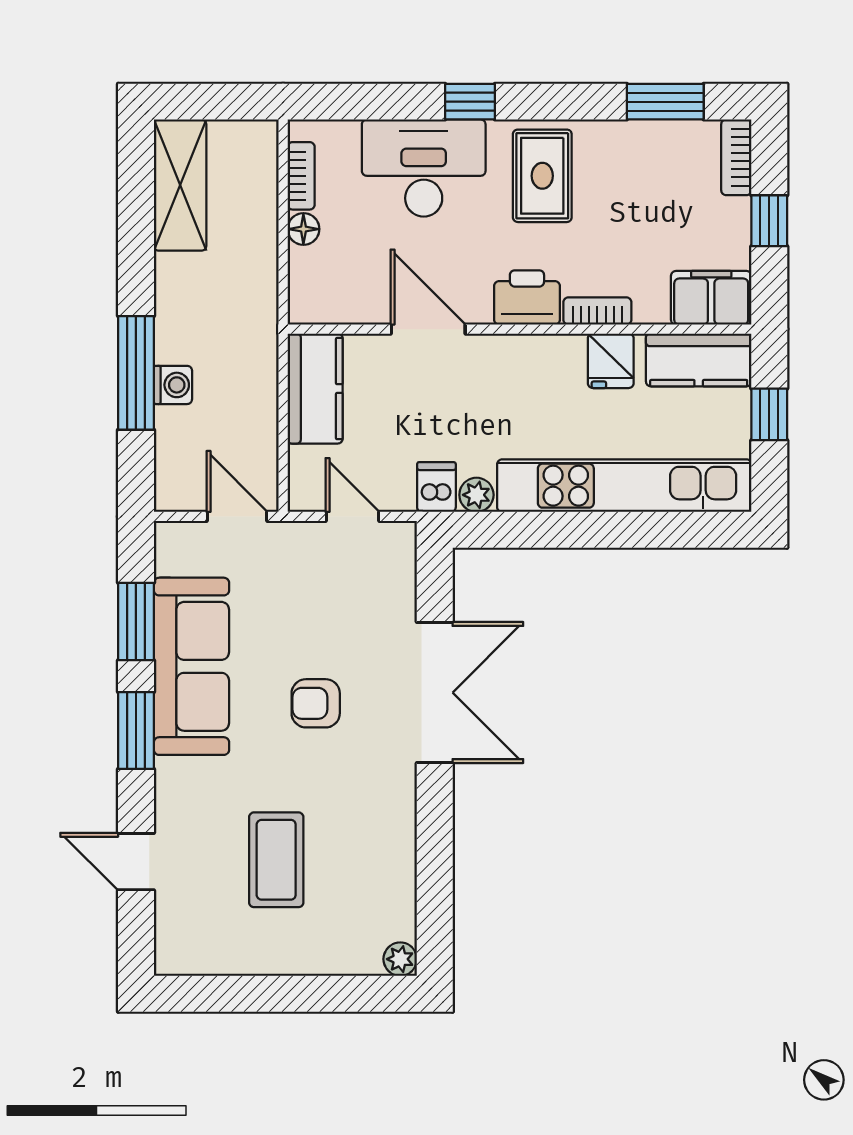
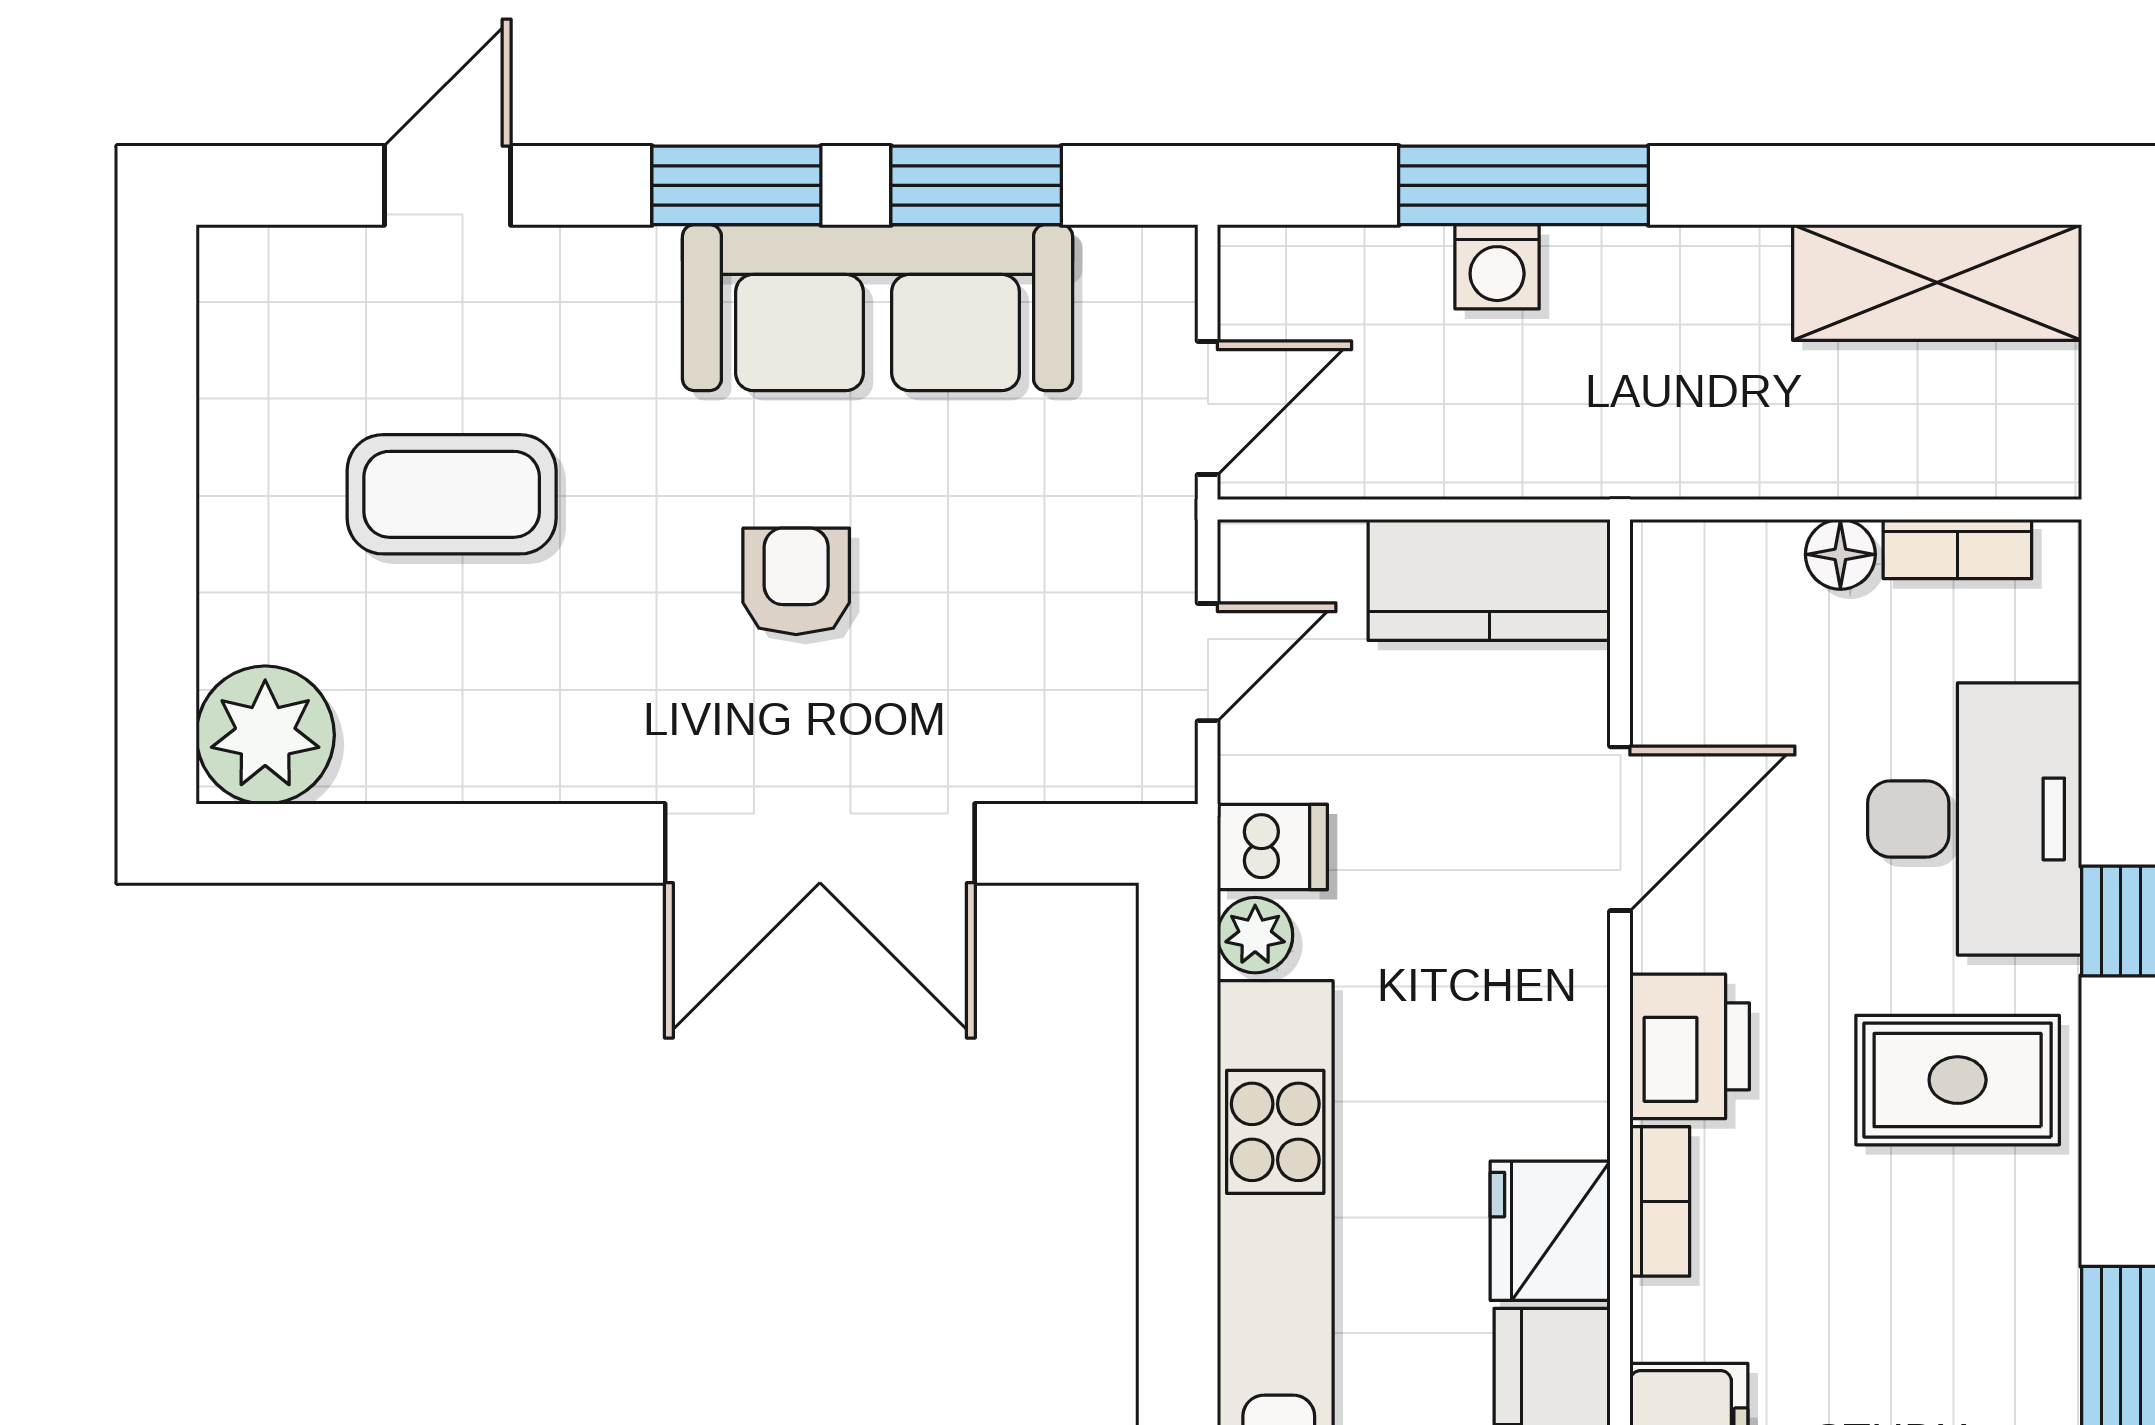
fridge: (611, 361) -> (1550, 1231), width x1.38
plant: (400, 959) -> (265, 735), width x1.87, depth x1.87

